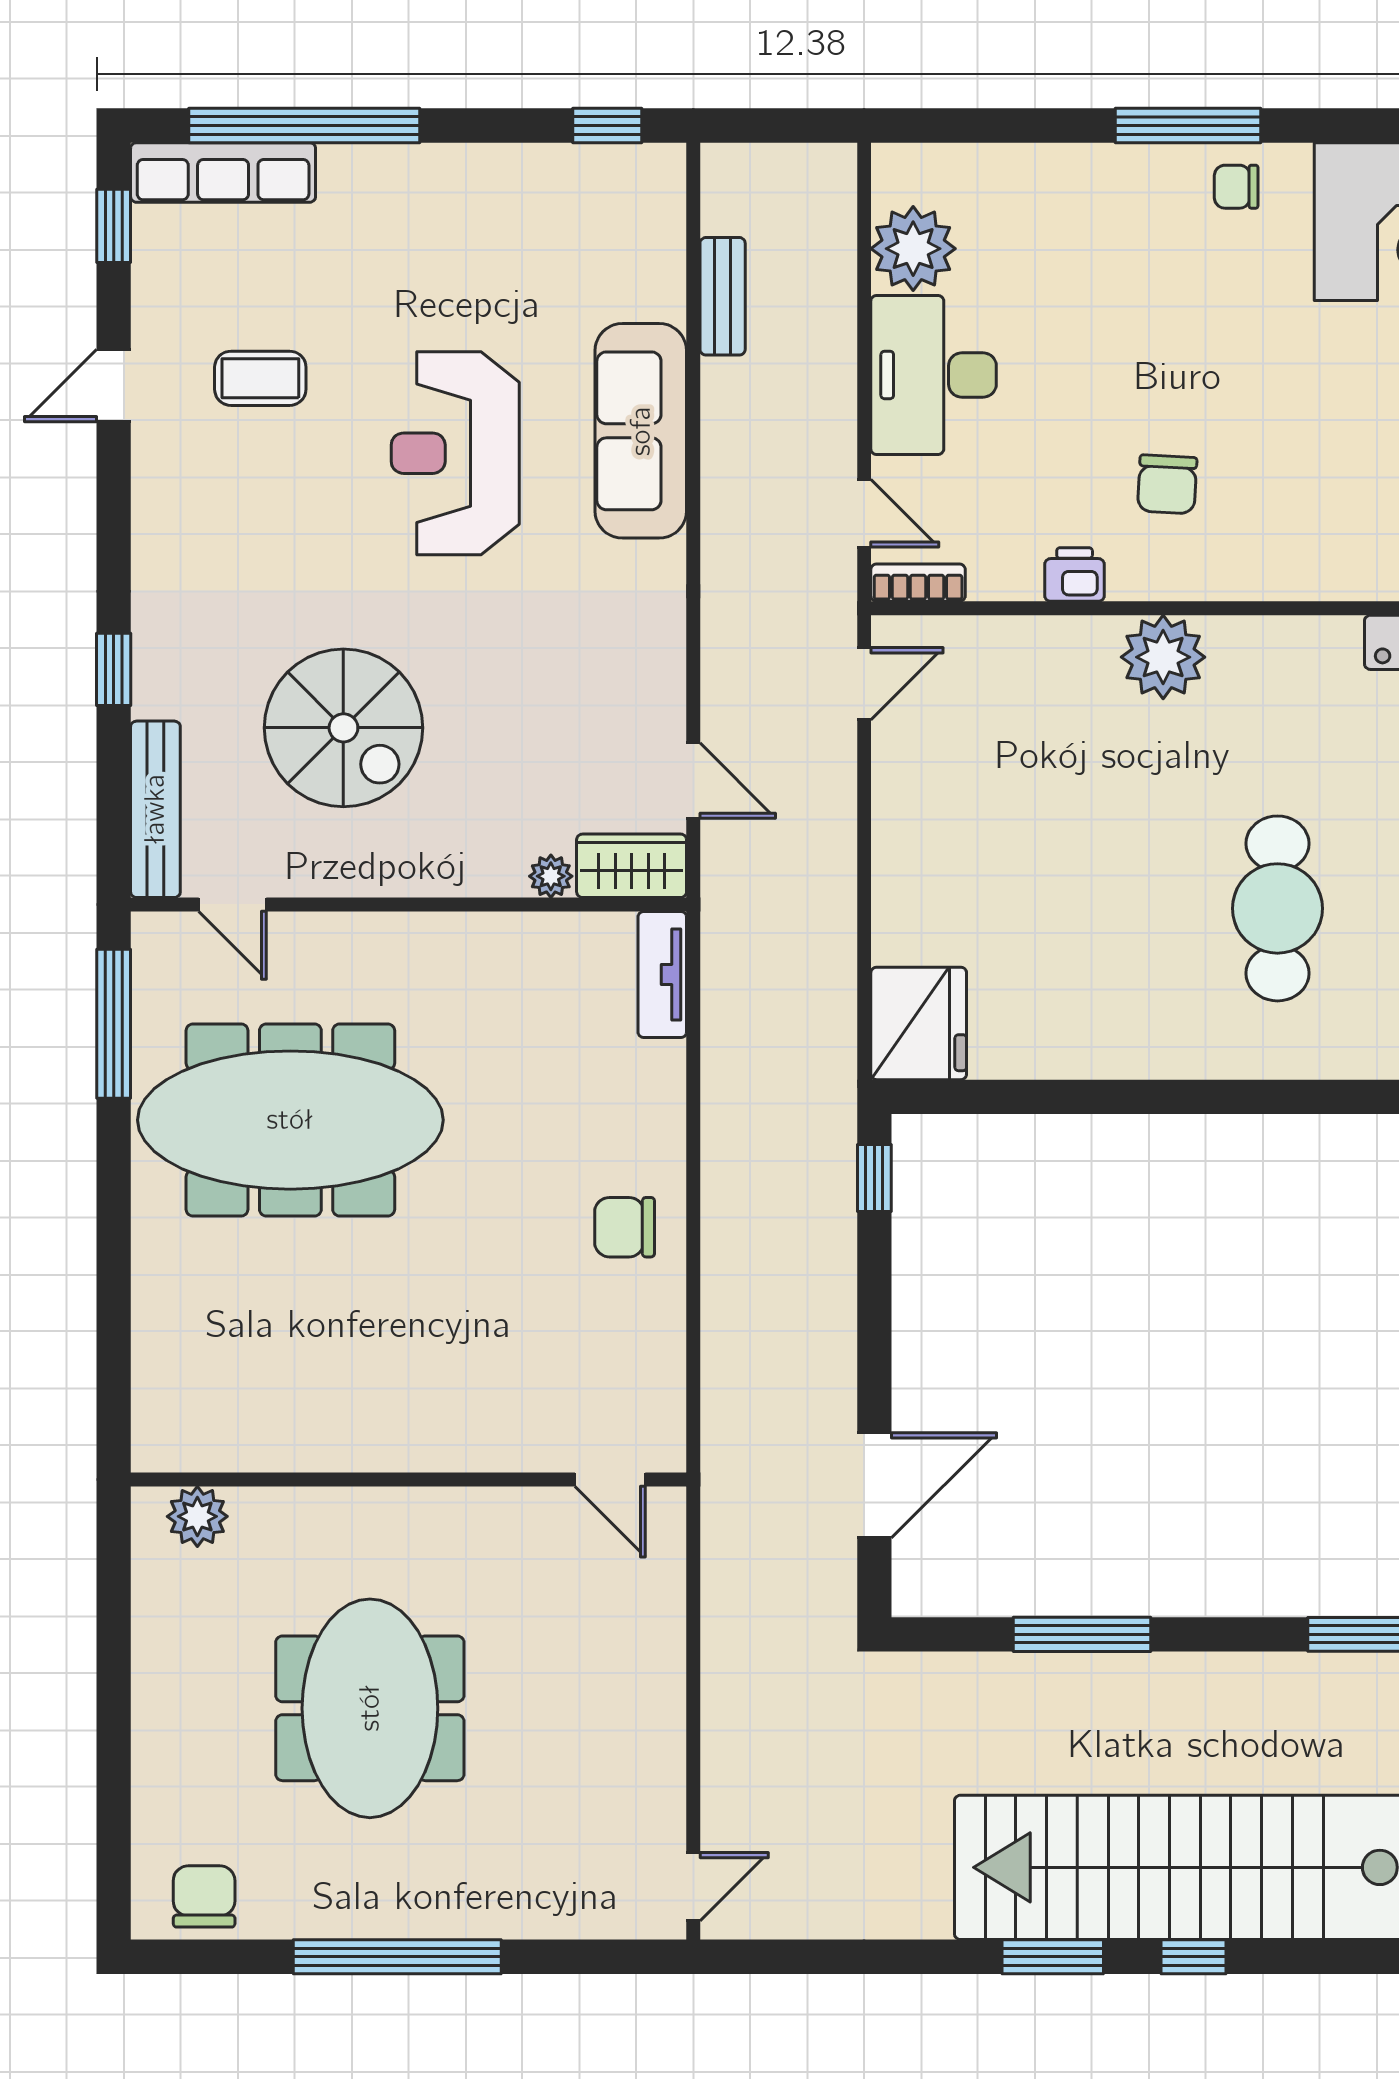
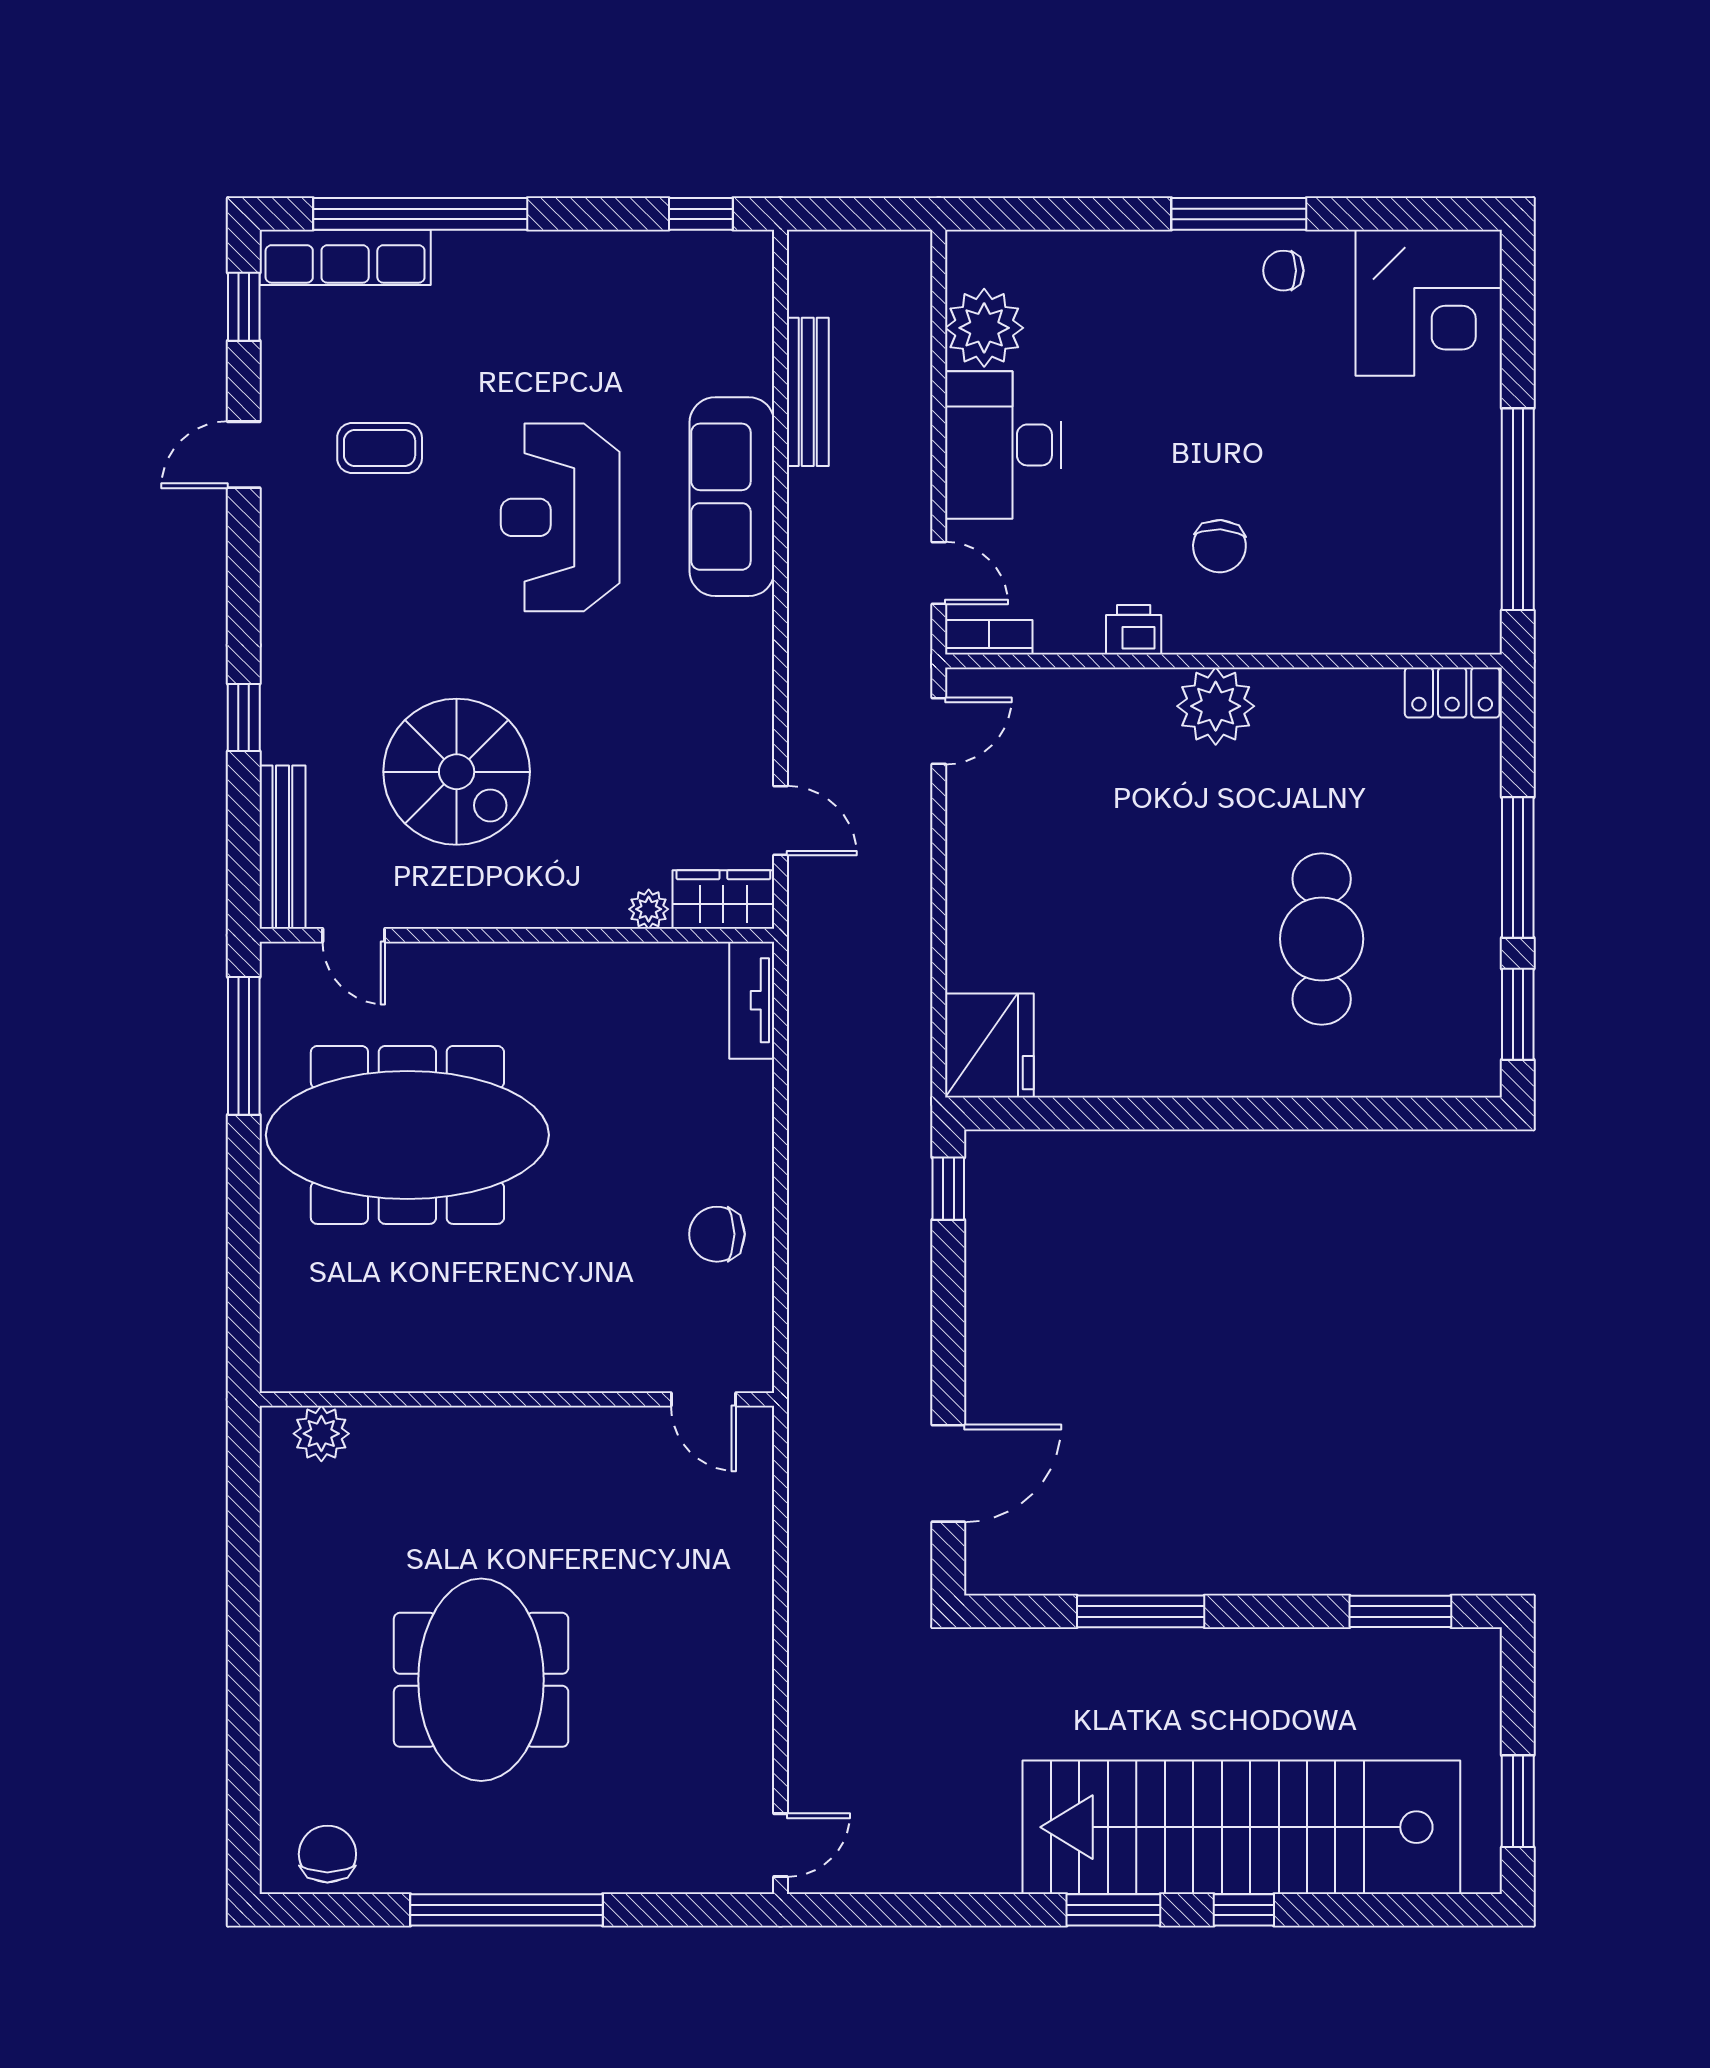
bench: (723, 296) -> (808, 392), width x1.36
wall: (409, 1480) -> (517, 1399), moved
door: (610, 1480) -> (704, 1399), moved
plant: (197, 1516) -> (321, 1434), moved

